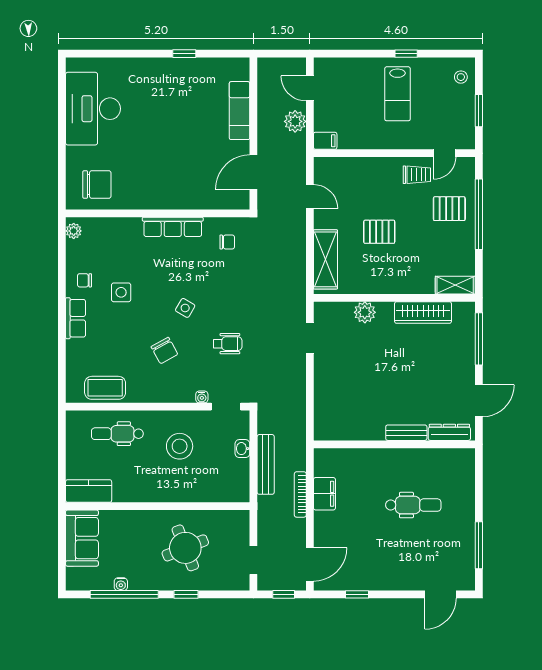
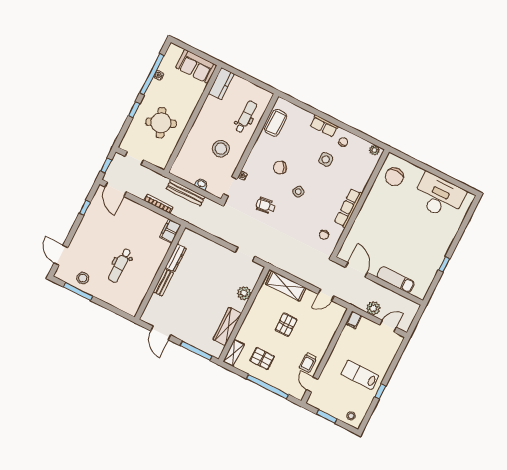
pallet: (449, 209) -> (262, 358), moved, turned 90
wheelchair: (228, 344) -> (266, 206), turned 82
dresser: (449, 432) -> (176, 258), moved
filing cabinet: (324, 494) -> (170, 231), moved, turned 90
stool: (457, 548) -> (83, 278), added

